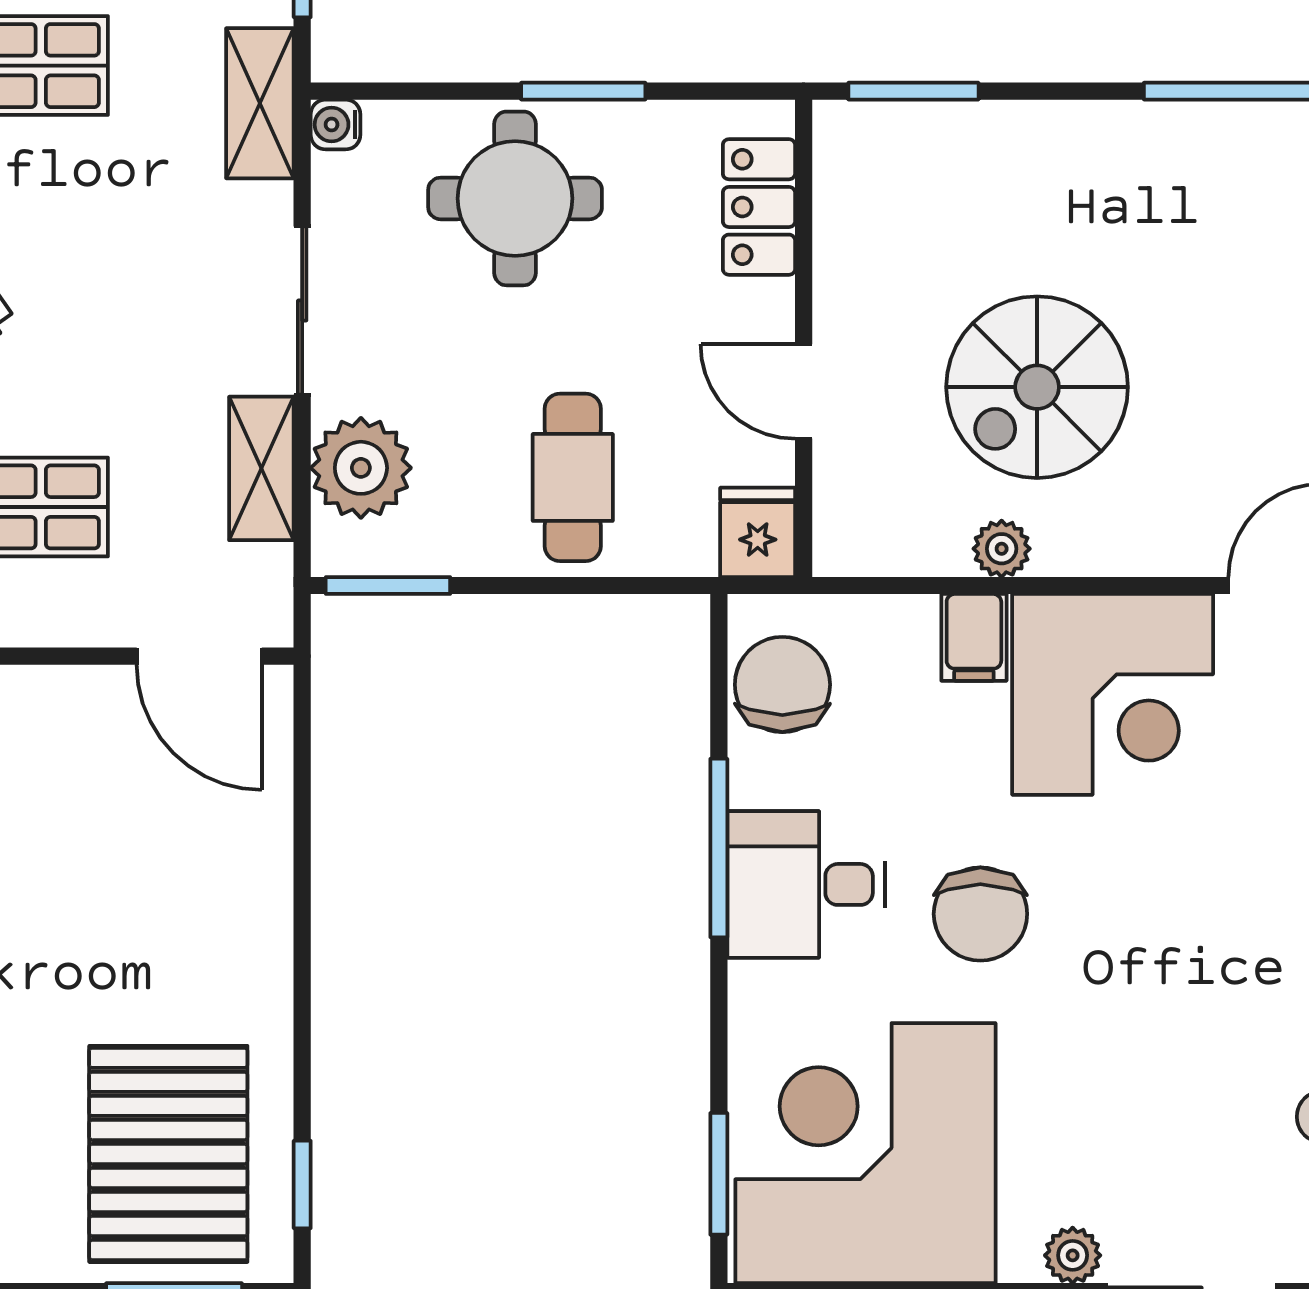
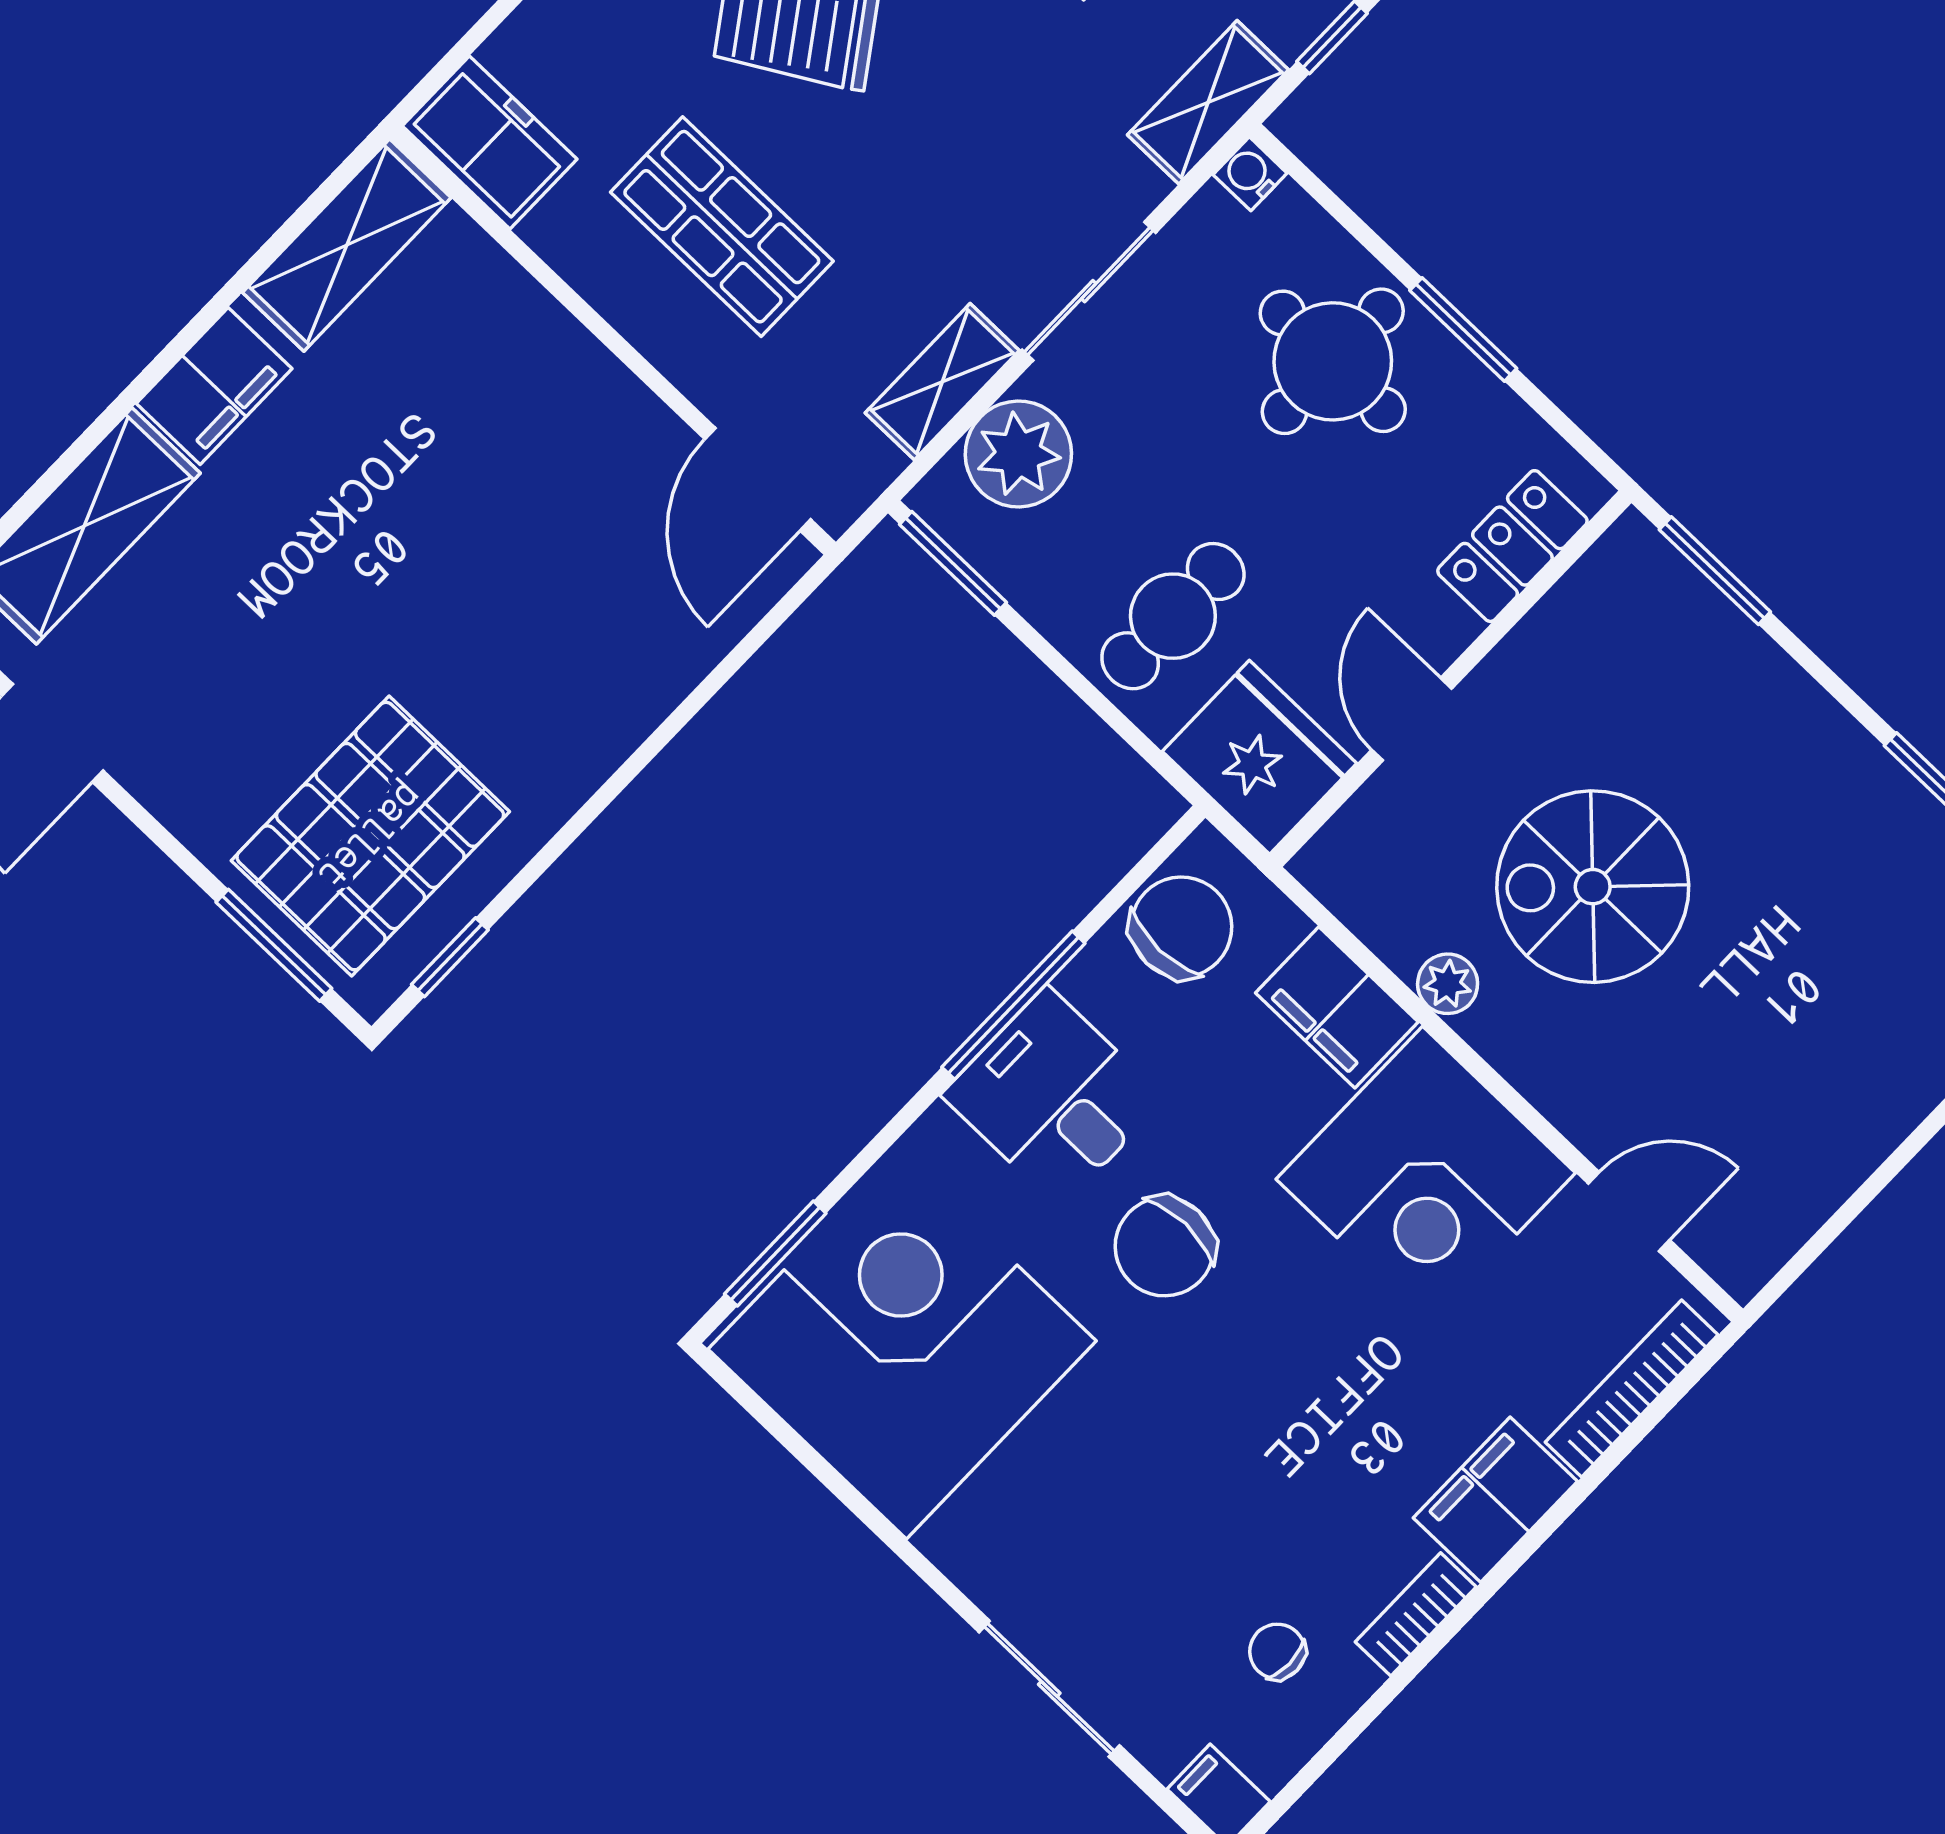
fridge: (758, 532) -> (1259, 757), width x1.88, depth x1.34
filing cabinet: (974, 637) -> (1337, 1007), width x2.00
plant: (1073, 1255) -> (985, 1574), removed

